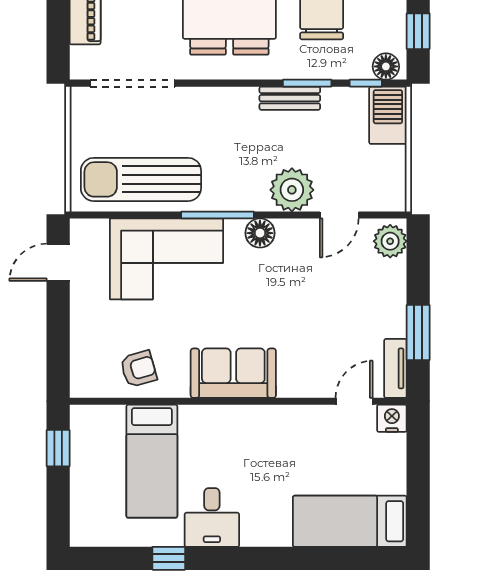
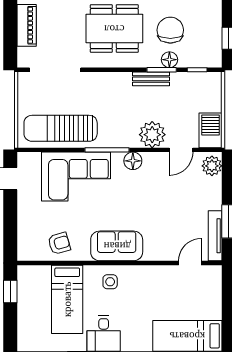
floor lamp: (386, 66) -> (169, 60), moved
barbecue: (388, 115) -> (211, 130), moved
tv unit: (395, 368) -> (215, 236), width x1.41
nightstand: (392, 418) -> (213, 273), removed
side table: (222, 432) -> (110, 282), added

